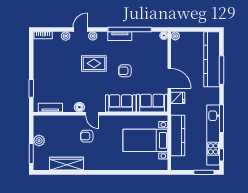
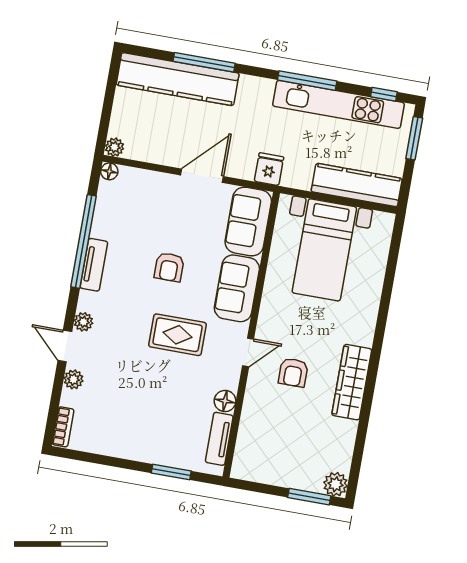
rug: (94, 63) -> (177, 335), moved, turned 90
fridge: (178, 98) -> (269, 169), moved
floor lamp: (79, 107) -> (225, 401), moved
kitchen counter: (178, 135) -> (357, 185), moved
plant: (39, 140) -> (336, 484), moved
wardrobe: (67, 164) -> (352, 382), moved

